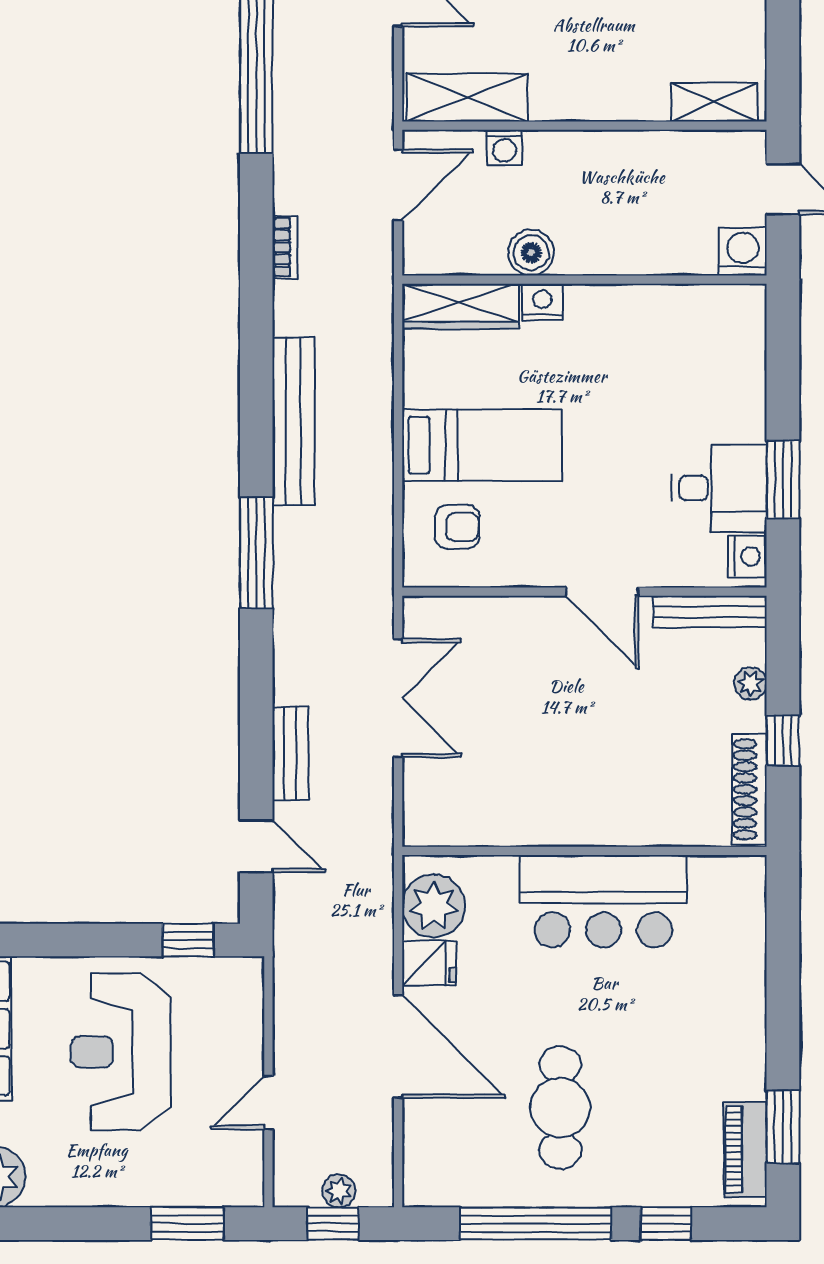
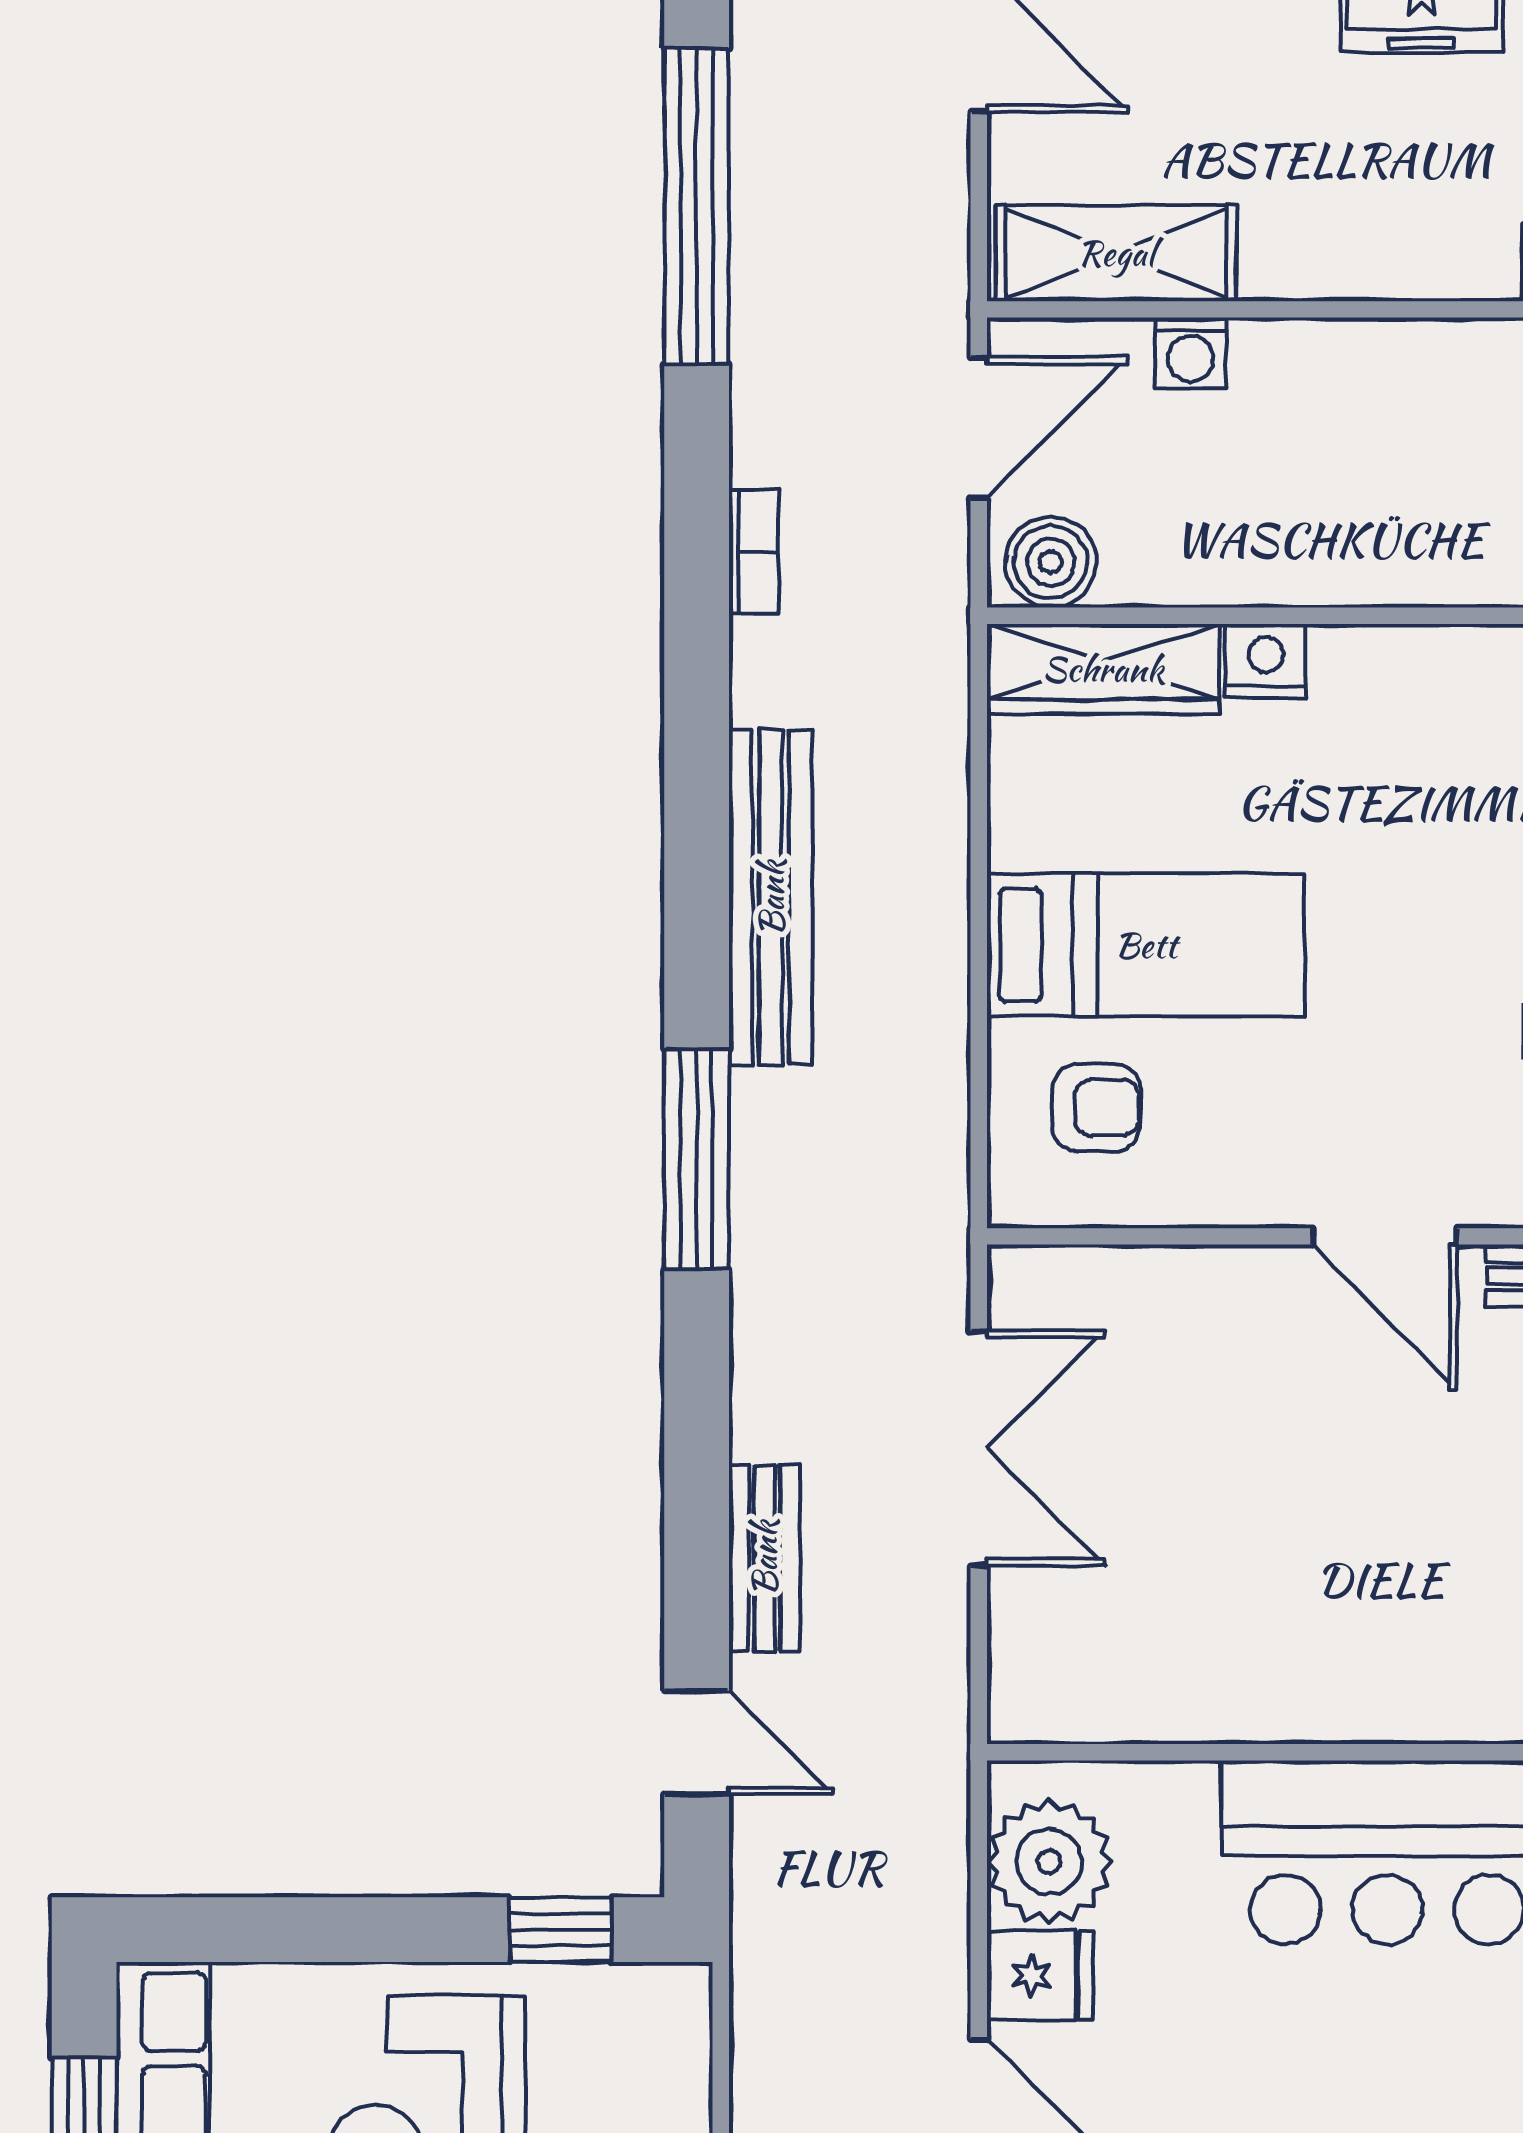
boiler: (531, 253) -> (1051, 562), moved

